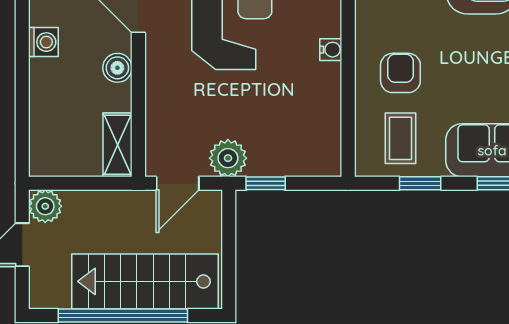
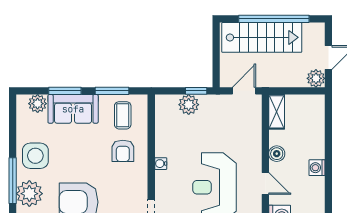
plant: (228, 158) -> (189, 105), moved
window: (420, 183) -> (112, 91), width x1.50

